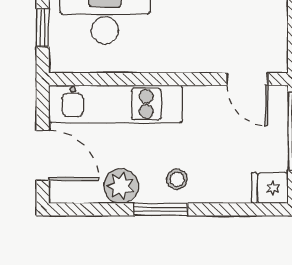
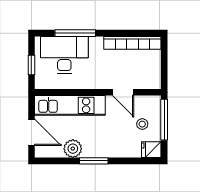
door: (247, 79) -> (123, 92), moved
stool: (177, 179) -> (142, 124), moved

